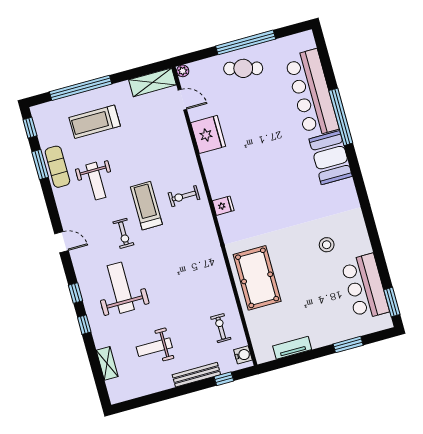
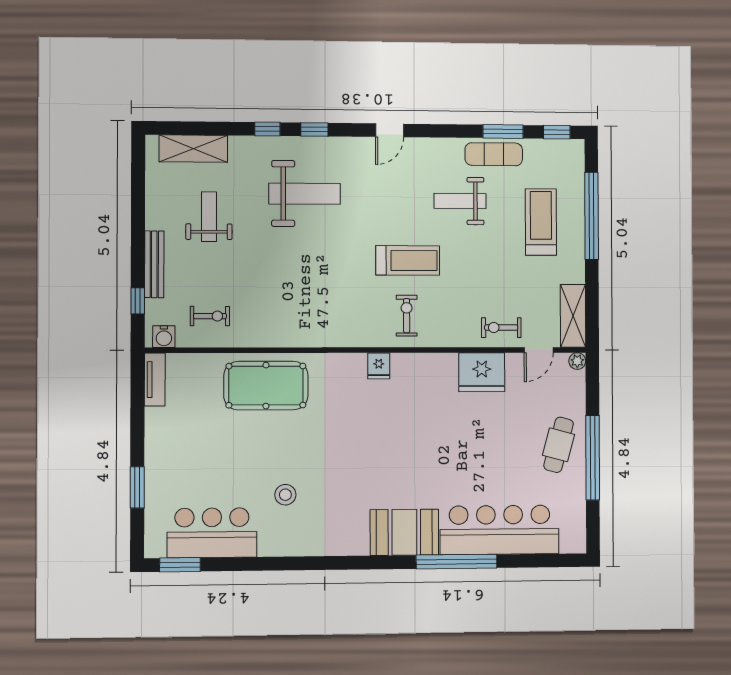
exercise bike: (123, 233) -> (501, 328), moved
tv unit: (292, 348) -> (155, 380), moved
shelving: (107, 363) -> (193, 149), width x1.50, depth x1.33

